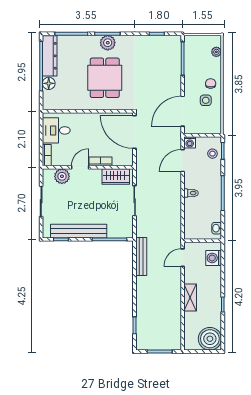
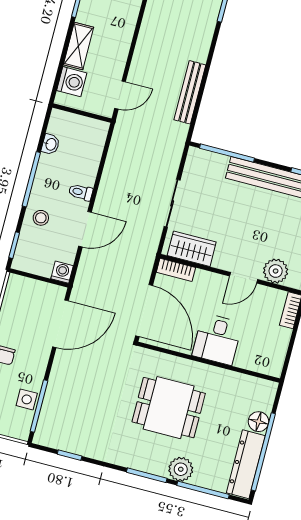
plant: (108, 43) -> (181, 469), moved
dining table: (105, 78) -> (169, 408), turned 90
side table: (206, 100) -> (27, 399), moved
desk: (56, 130) -> (217, 339), moved, turned 90
stool: (212, 154) -> (41, 218), moved
bookcase: (100, 161) -> (176, 270), moved
door: (183, 161) -> (85, 229), moved
washbasin: (217, 228) -> (51, 144), moved
bench: (141, 257) -> (190, 92), moved
shelving: (190, 297) -> (78, 46), moved

